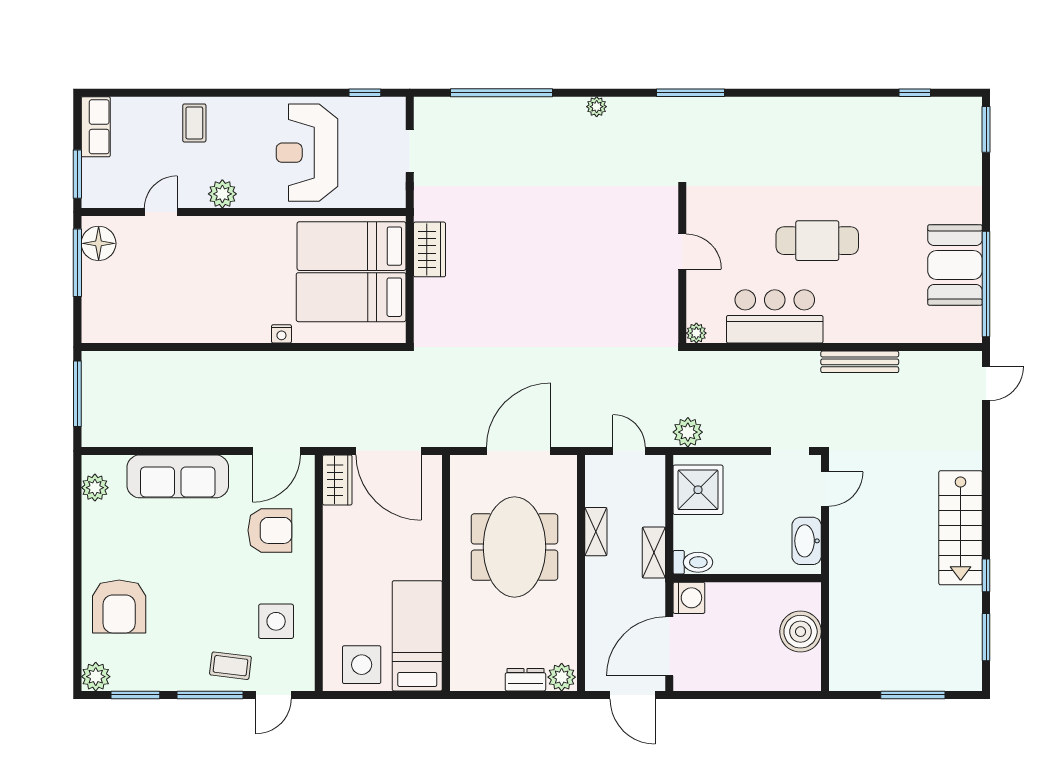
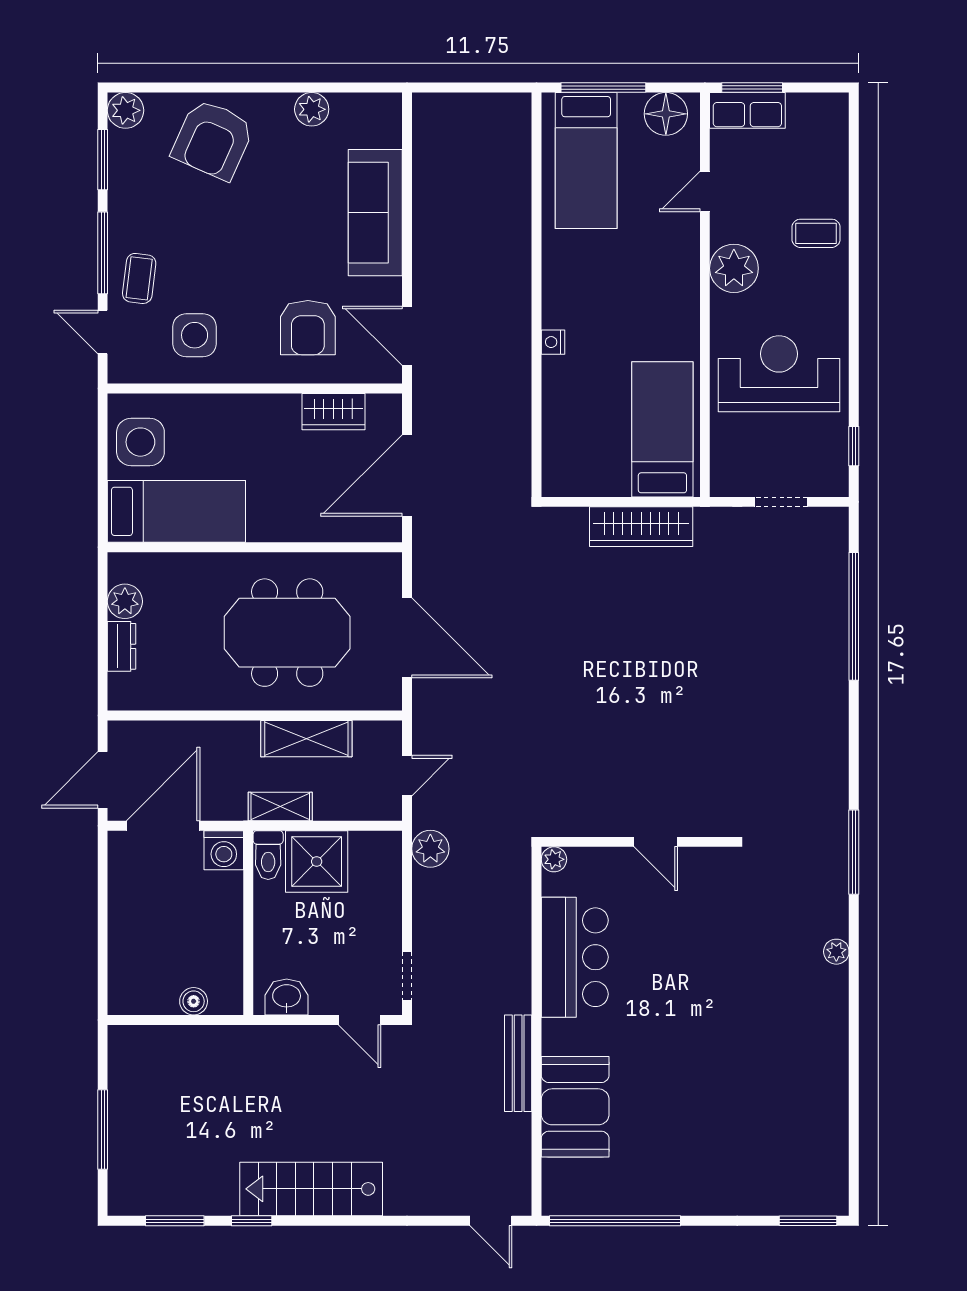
window: (915, 93) -> (854, 1132), removed
plant: (597, 107) -> (836, 952), moved
row of seats: (96, 127) -> (747, 110), moved
plant: (222, 194) -> (734, 268), width x1.36, depth x1.36
door: (161, 212) -> (705, 191), swing flipped
cafe table: (817, 241) -> (669, 1010), removed
wardrobe: (430, 249) -> (641, 527), width x1.50
door: (682, 251) -> (656, 842), hinge flipped
window: (77, 263) -> (603, 87), moved
booth: (955, 265) -> (575, 1107), moved, turned 90
bed: (351, 297) -> (586, 160), moved, turned 180
window: (77, 394) -> (478, 87), removed
wardrobe: (337, 480) -> (333, 412), moved
plant: (95, 488) -> (312, 109), moved
shower: (698, 490) -> (317, 862), moved
shelving: (596, 532) -> (306, 739), width x1.50, depth x1.33
washbasin: (807, 541) -> (287, 997), width x0.72
armchair: (119, 606) -> (213, 140), turned -66
boiler: (801, 632) -> (194, 1001), width x0.54, depth x0.54
door: (669, 646) -> (163, 826), hinge flipped
plant: (562, 677) -> (125, 601), moved

